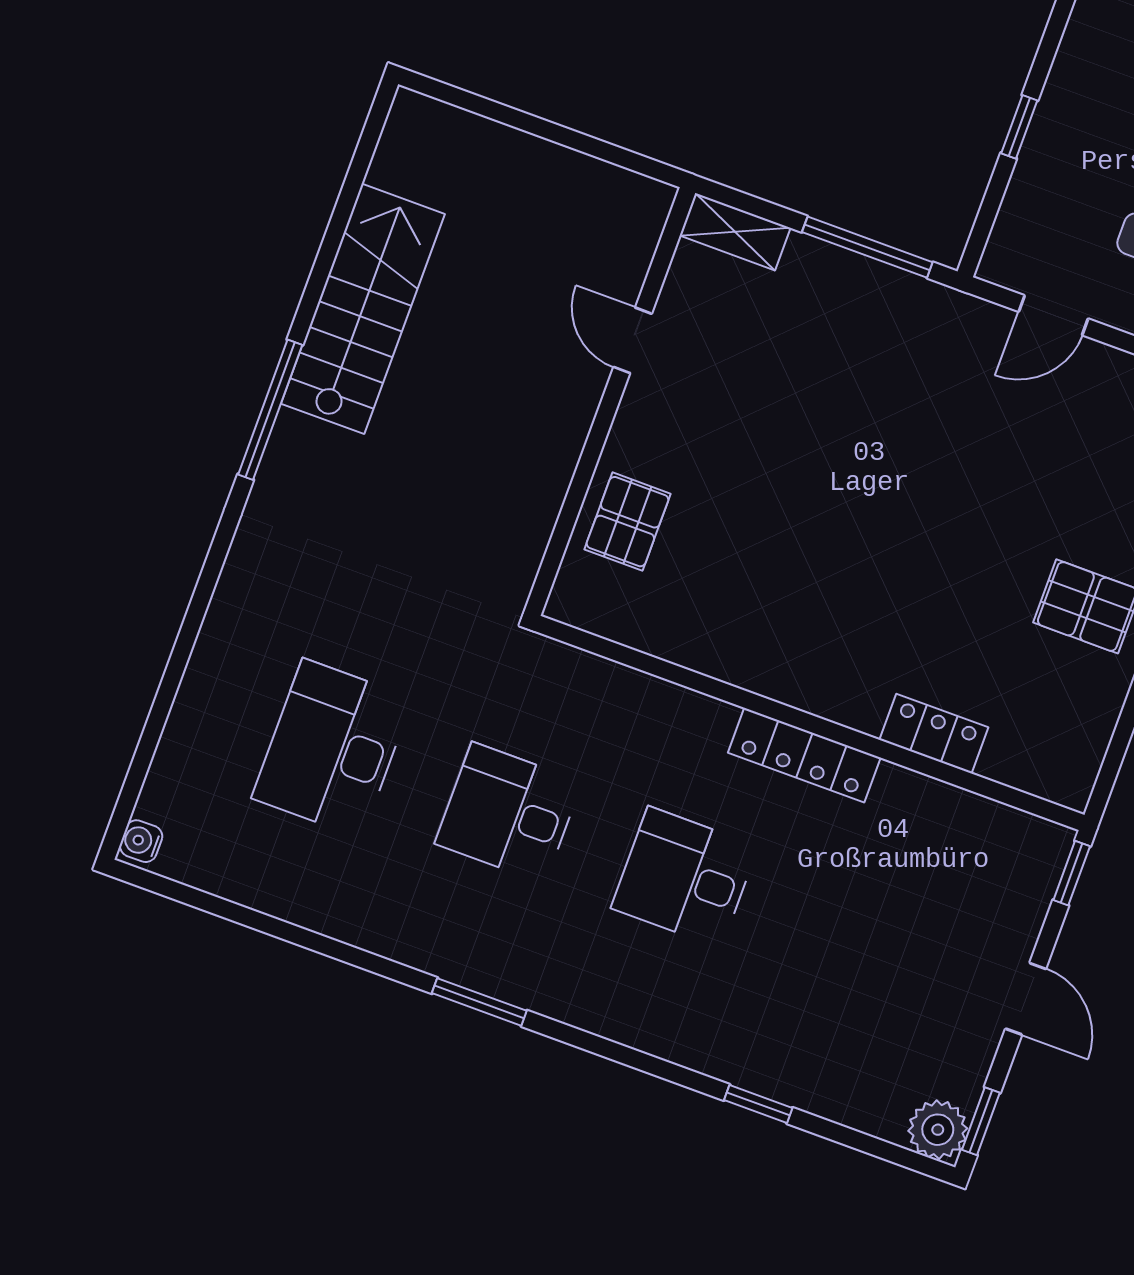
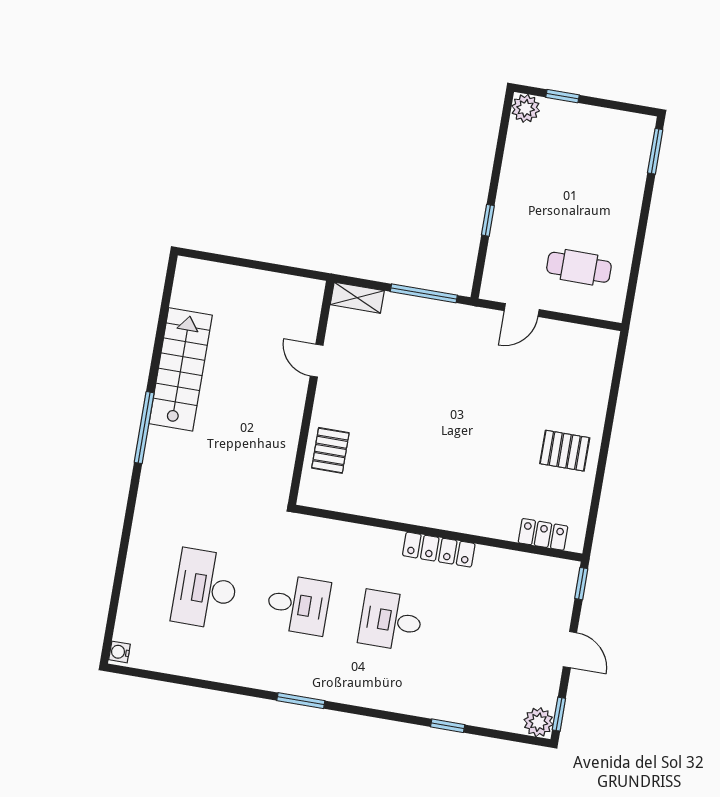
locker: (934, 734) -> (543, 534), moved
desk: (508, 813) -> (298, 605), turned 180

